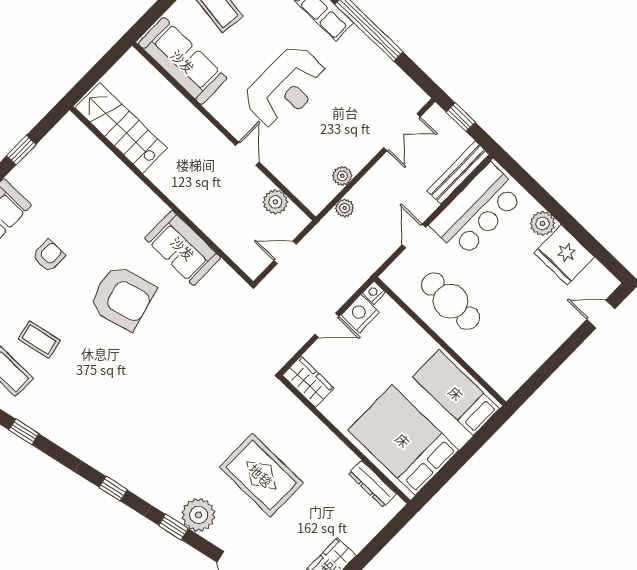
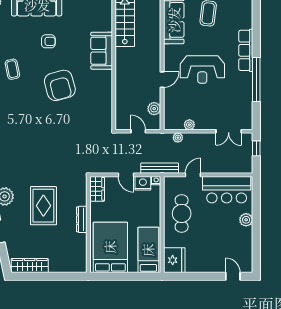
bench: (458, 173) -> (160, 168), moved
sofa: (183, 248) -> (102, 51), moved
fridge: (564, 255) -> (174, 260), moved, turned 180
dresser: (372, 484) -> (82, 219), moved

